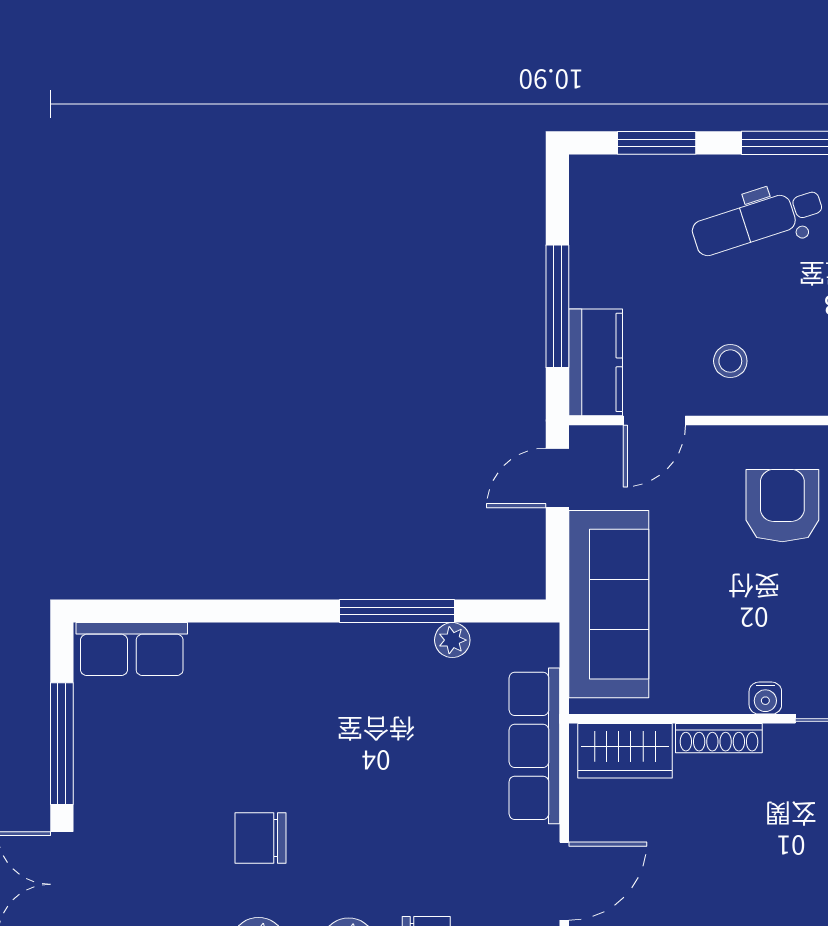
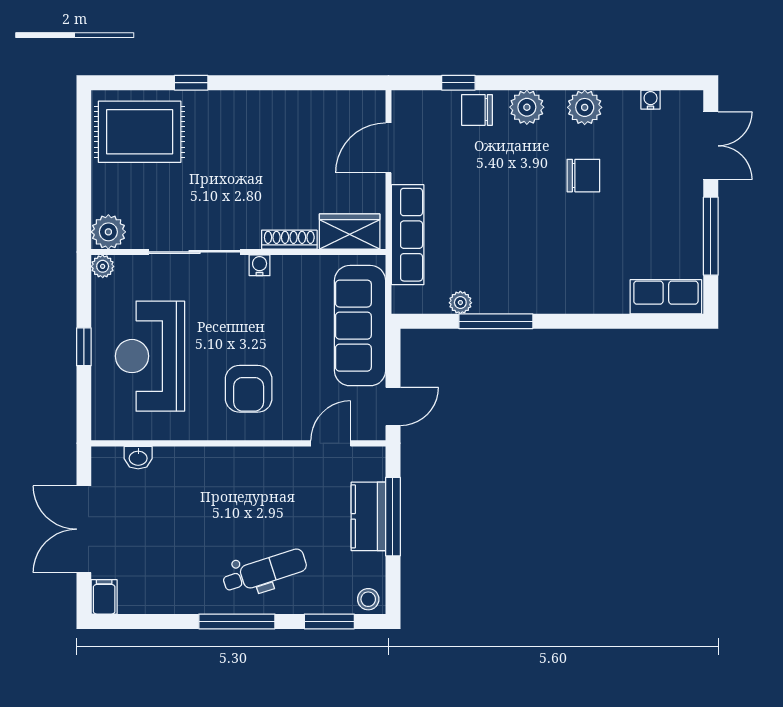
stool: (730, 361) -> (368, 599), moved
kitchen counter: (596, 362) -> (368, 516), moved

